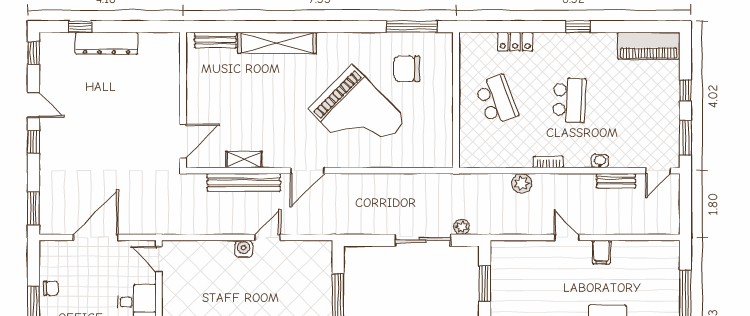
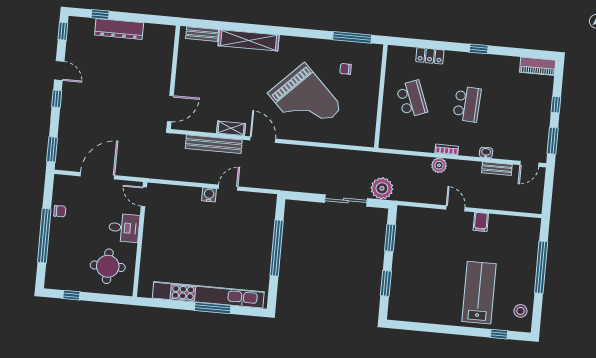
piano: (649, 46) -> (538, 66), width x0.73, depth x0.75
chair: (407, 69) -> (346, 69), width x0.54, depth x0.54
shelving: (244, 160) -> (231, 128), moved
door: (307, 171) -> (263, 140), swing flipped
plant: (522, 183) -> (439, 165), moved
plant: (462, 227) -> (382, 188), width x1.88, depth x1.88

